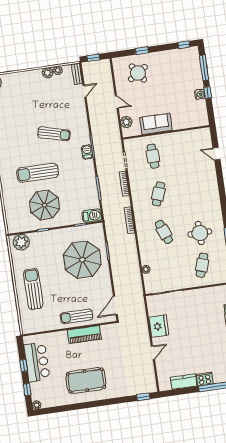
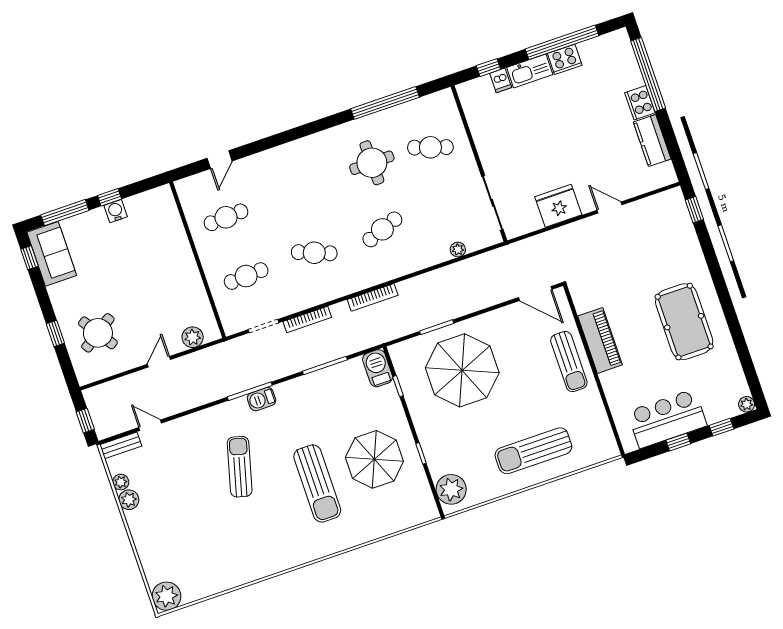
sofa: (156, 124) -> (52, 254), moved, turned 180
cafe table: (186, 151) -> (226, 217), added

